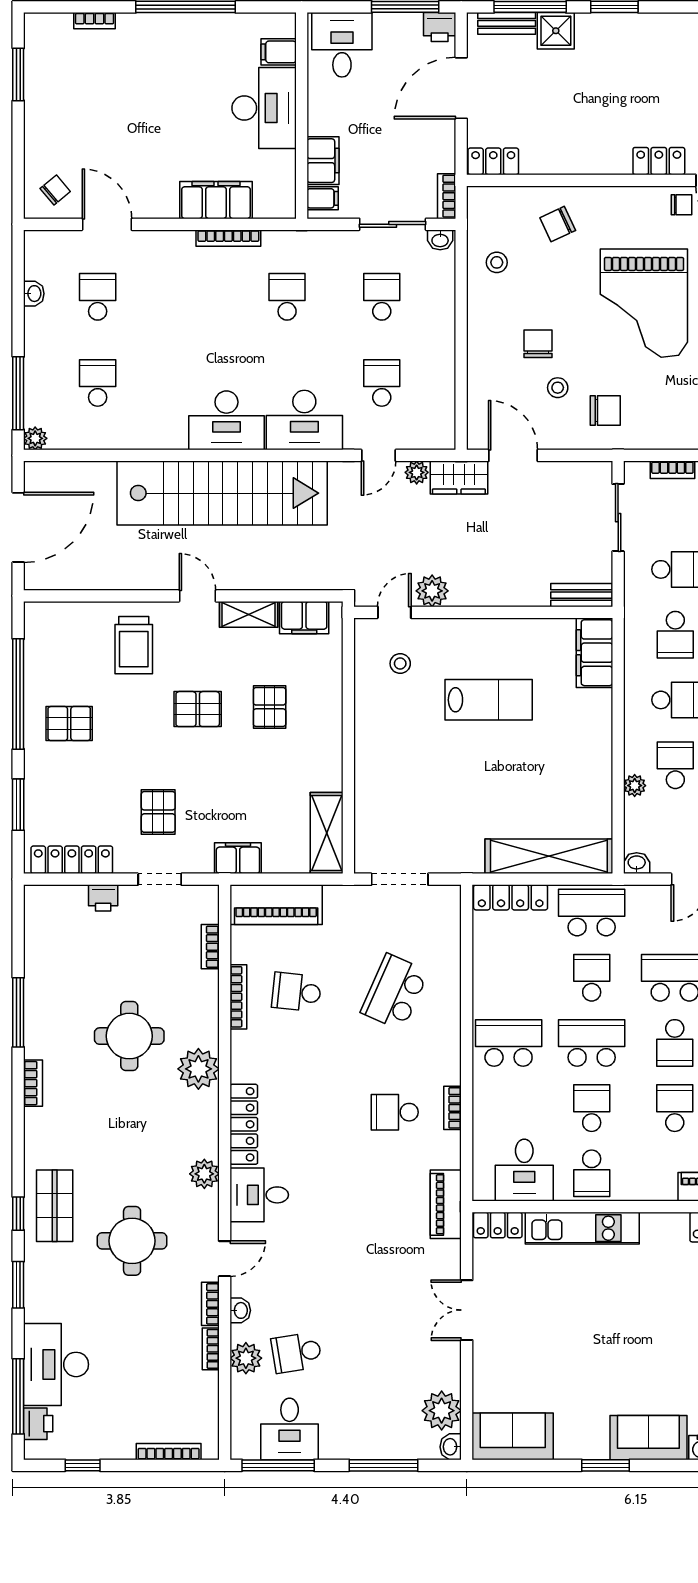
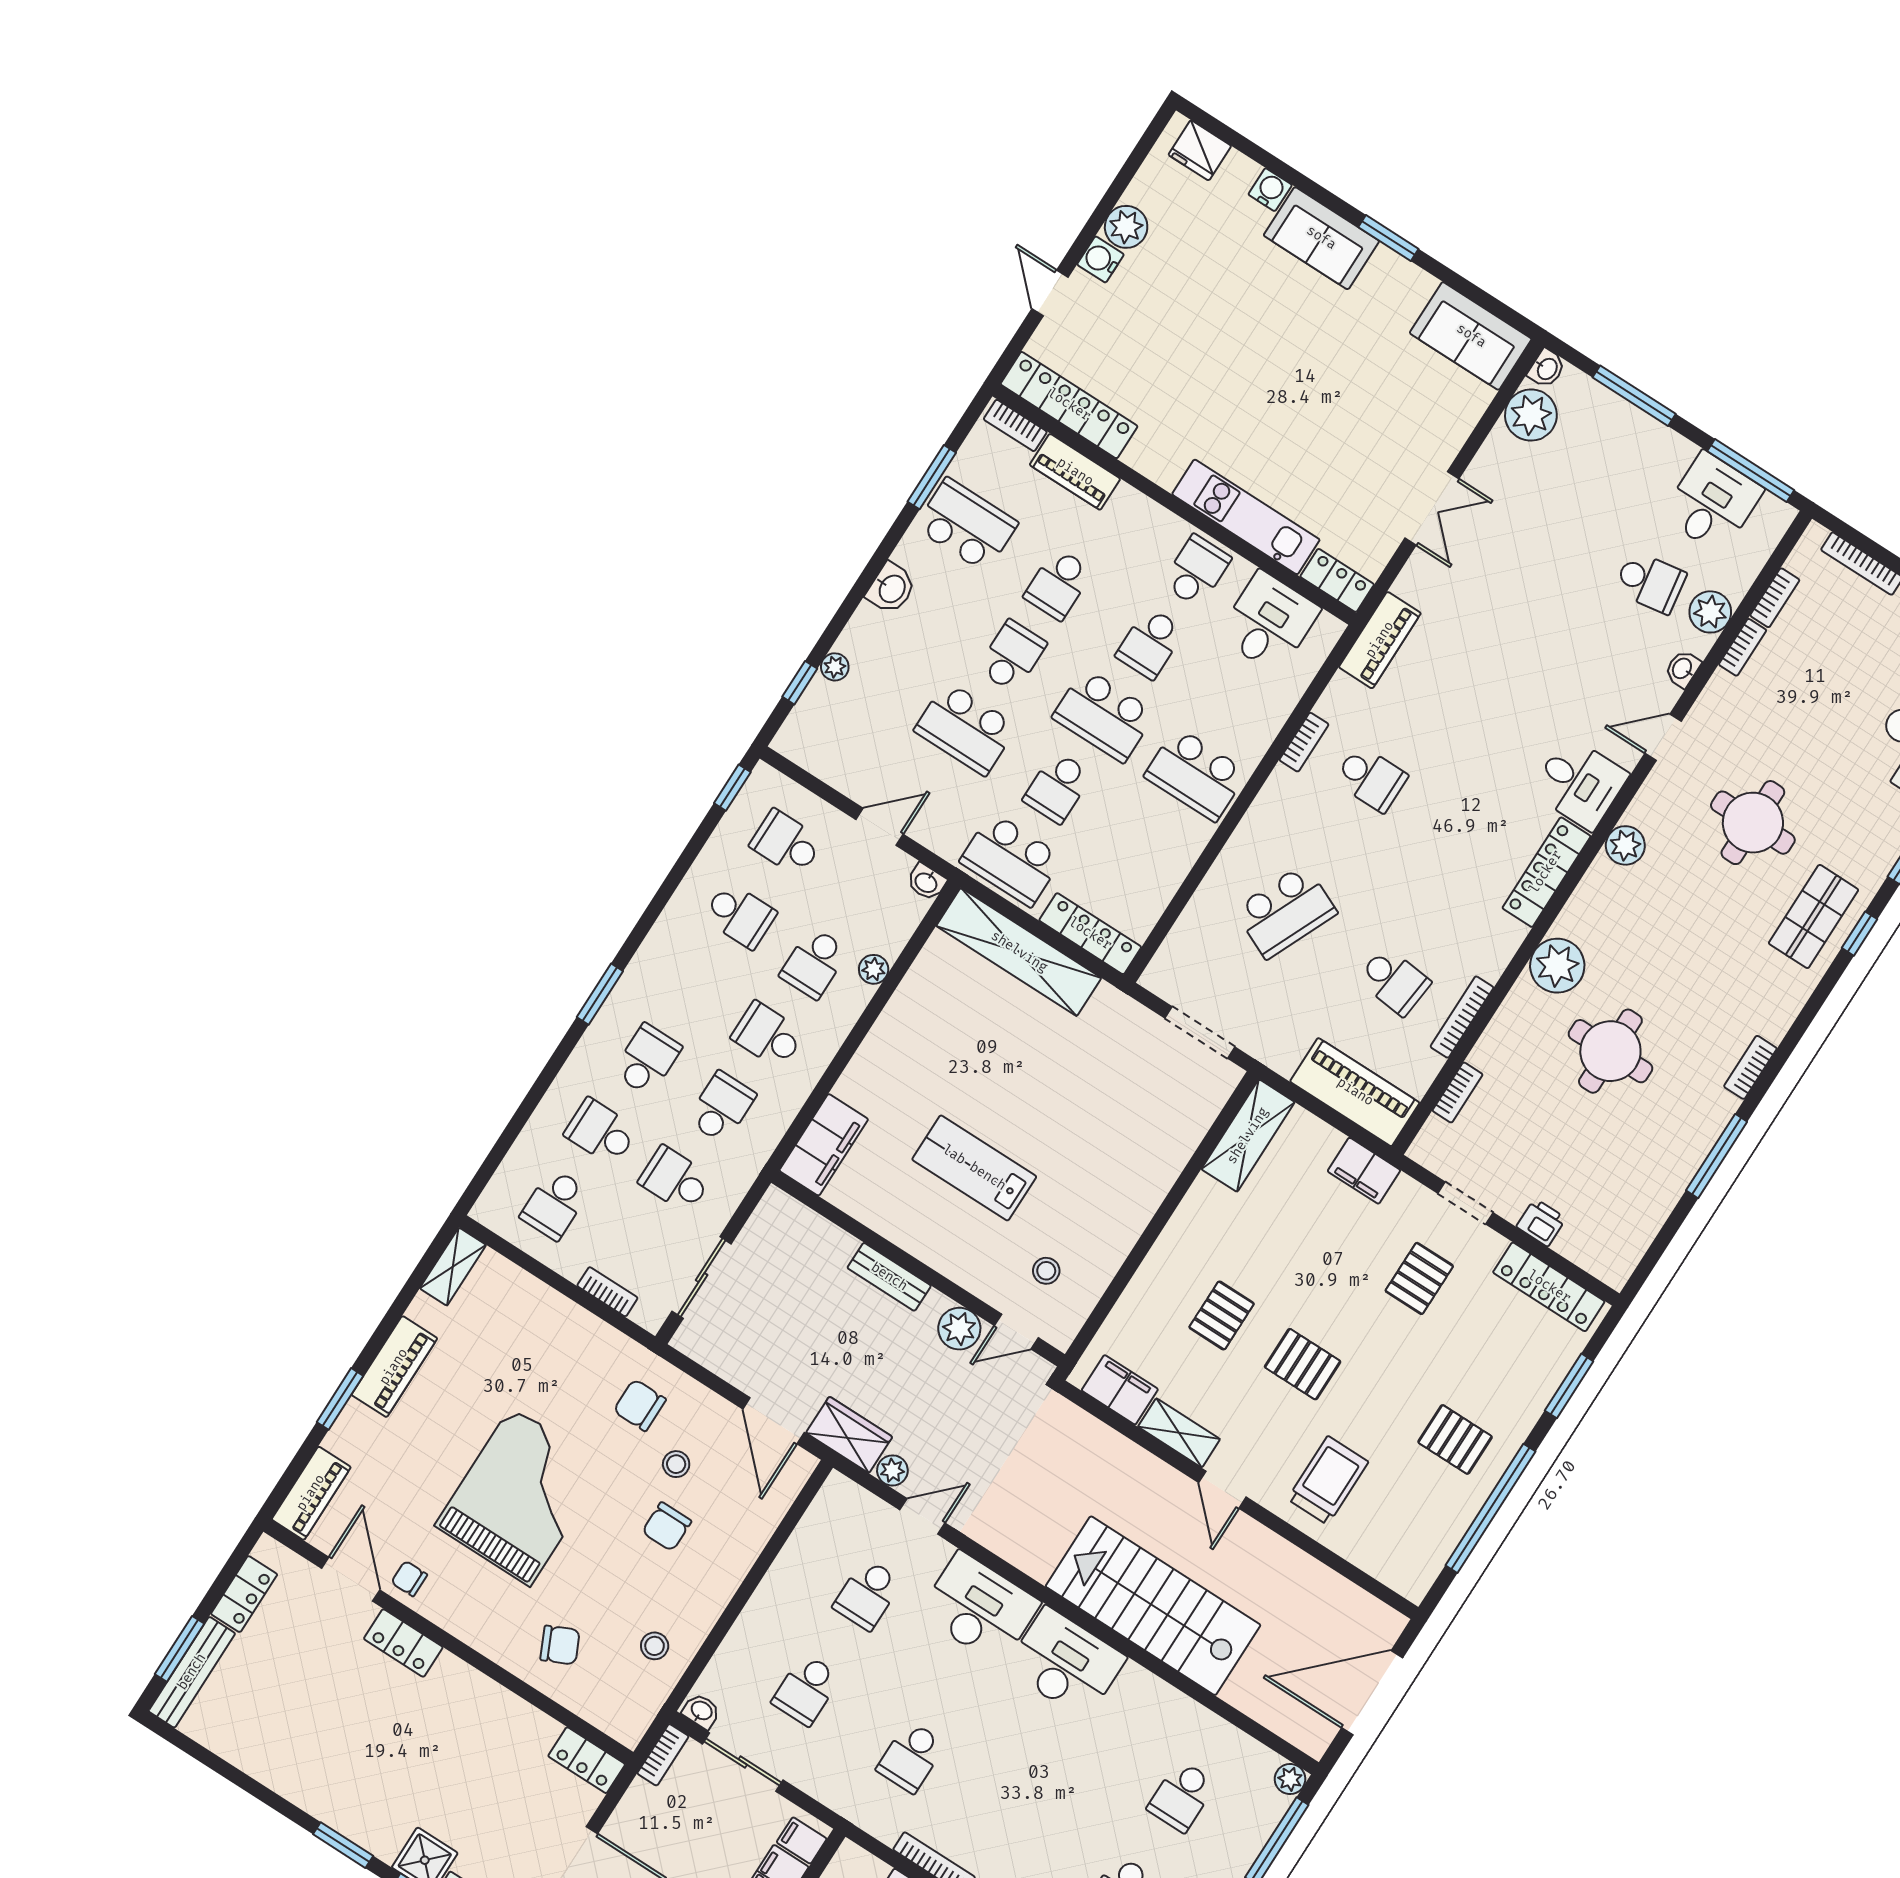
stairs: (222, 493) -> (1153, 1606), width x0.73
bench: (581, 595) -> (889, 1277), moved
bookcase: (210, 1304) -> (1775, 598), moved

